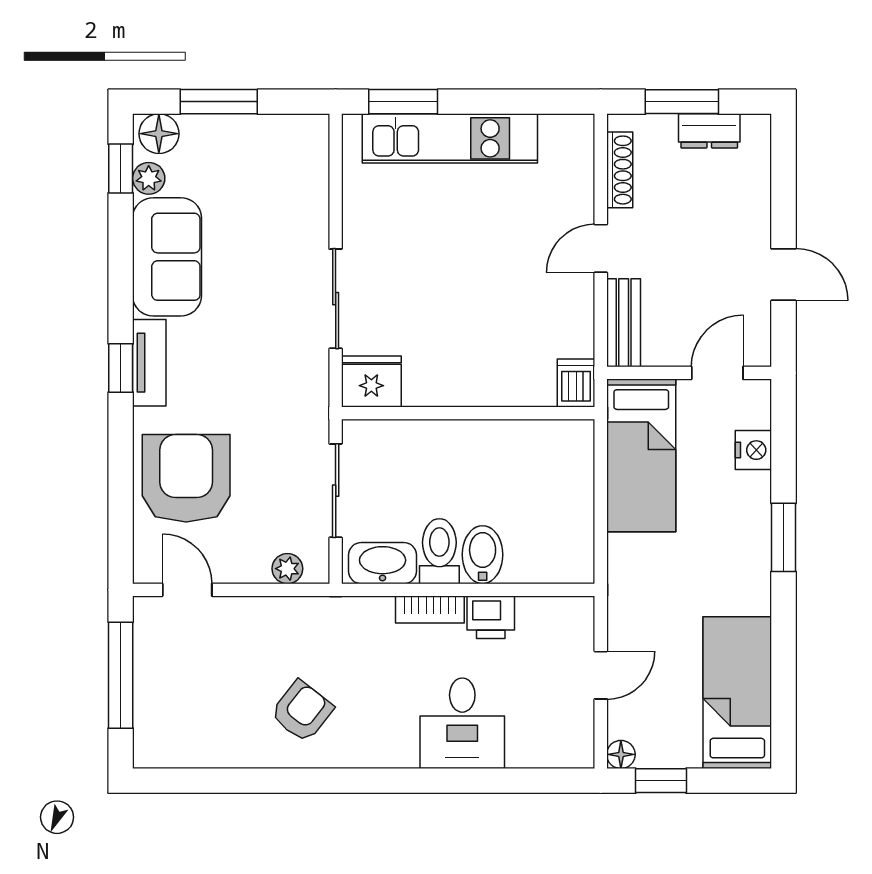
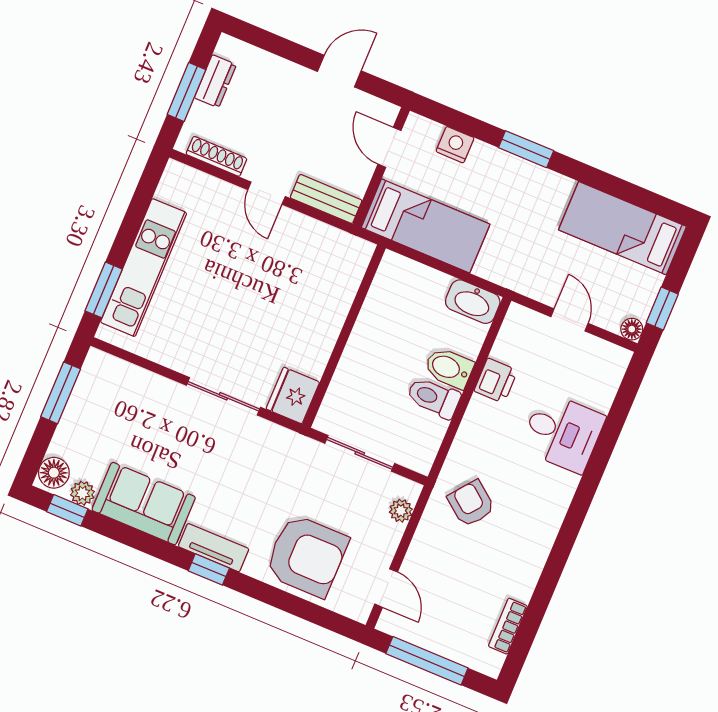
window: (219, 102) -> (61, 393), moved
dishwasher: (576, 383) -> (355, 251), removed
armchair: (186, 478) -> (307, 556), turned 180
washbasin: (383, 563) -> (473, 302), moved, turned -90
door: (187, 590) -> (386, 588), swing flipped
bookcase: (430, 610) -> (508, 626), moved, turned 180
armchair: (302, 711) -> (471, 503), moved

